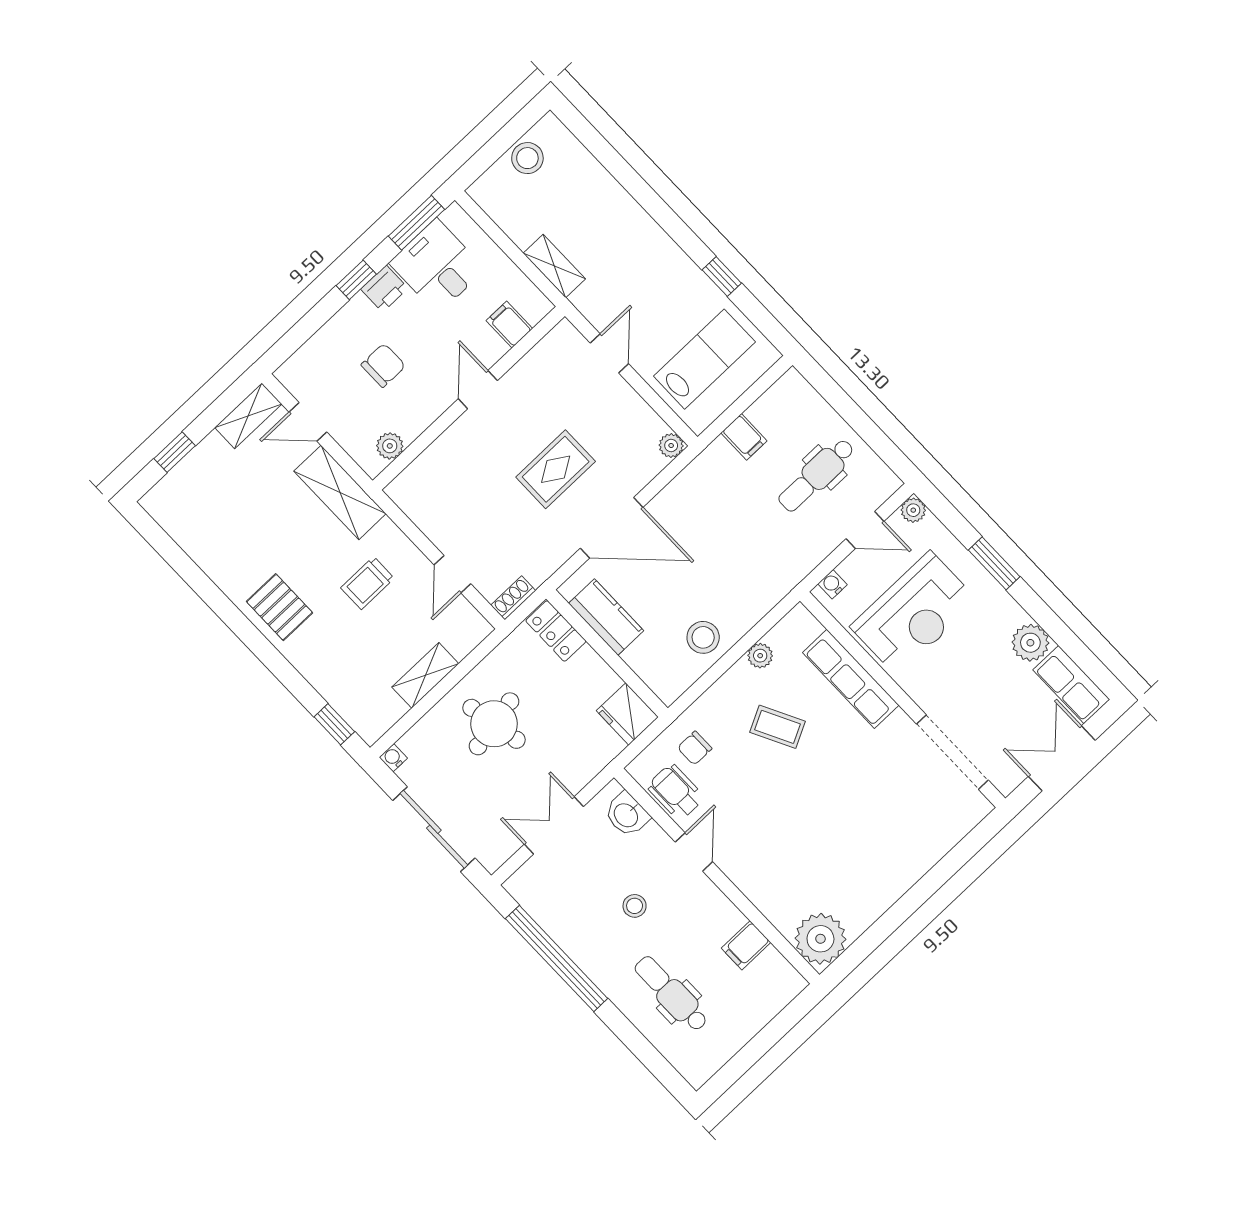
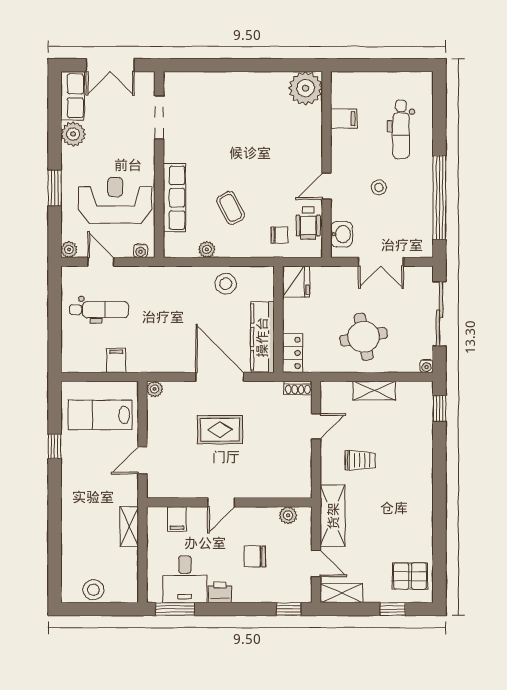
window: (356, 280) -> (289, 609), moved
pallet: (280, 607) -> (410, 576), moved, turned 90
kitchen counter: (606, 617) -> (262, 337), width x1.50
doorway: (952, 752) -> (159, 117), width x0.73

